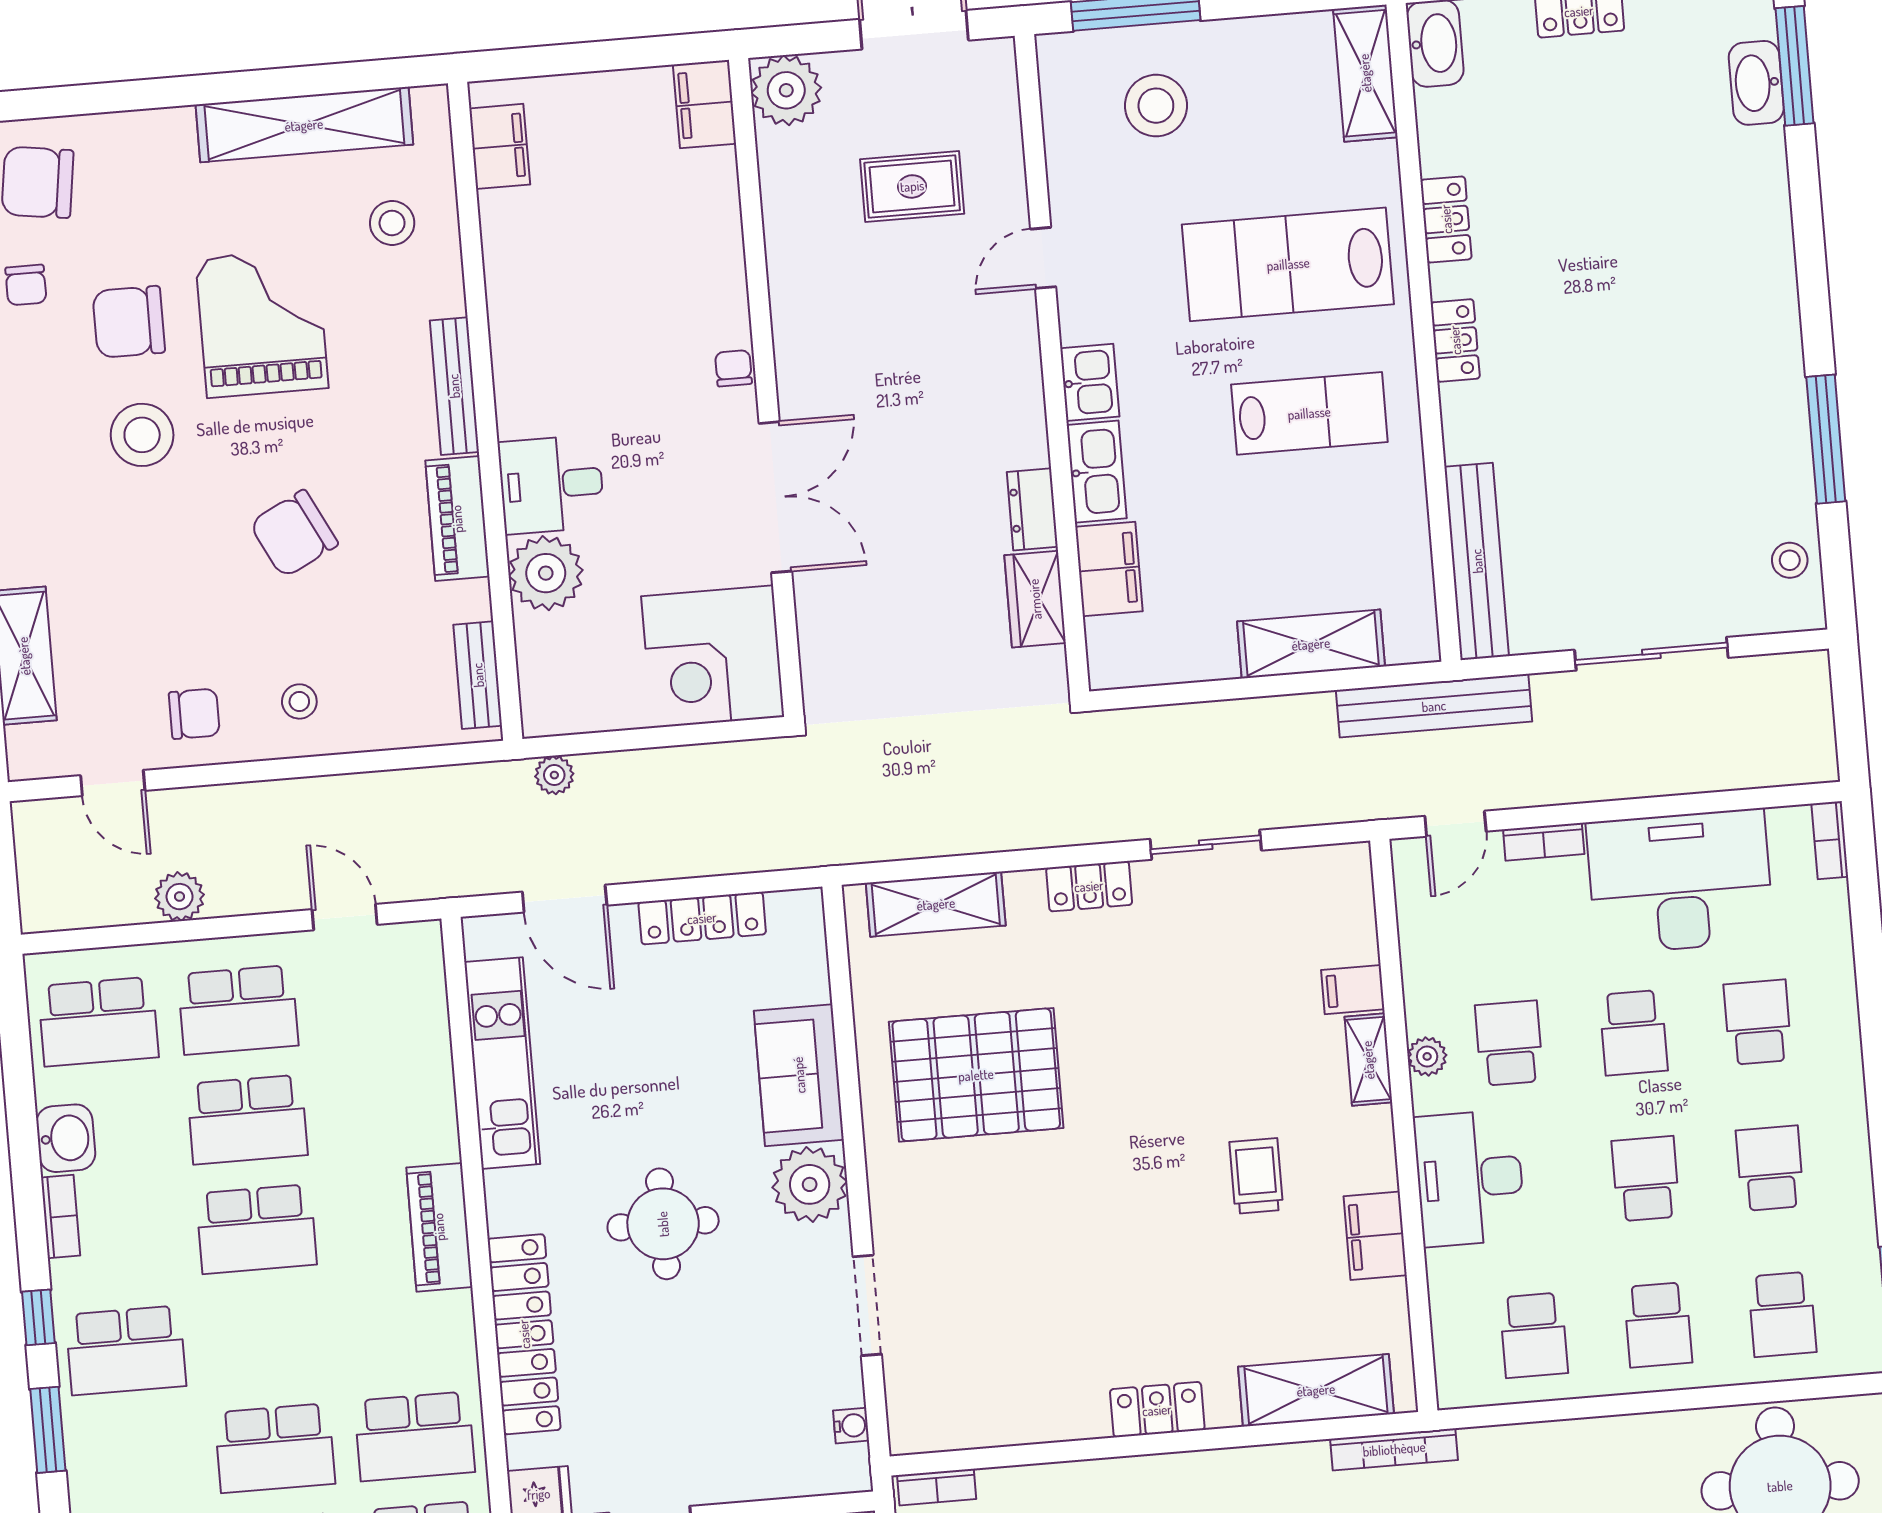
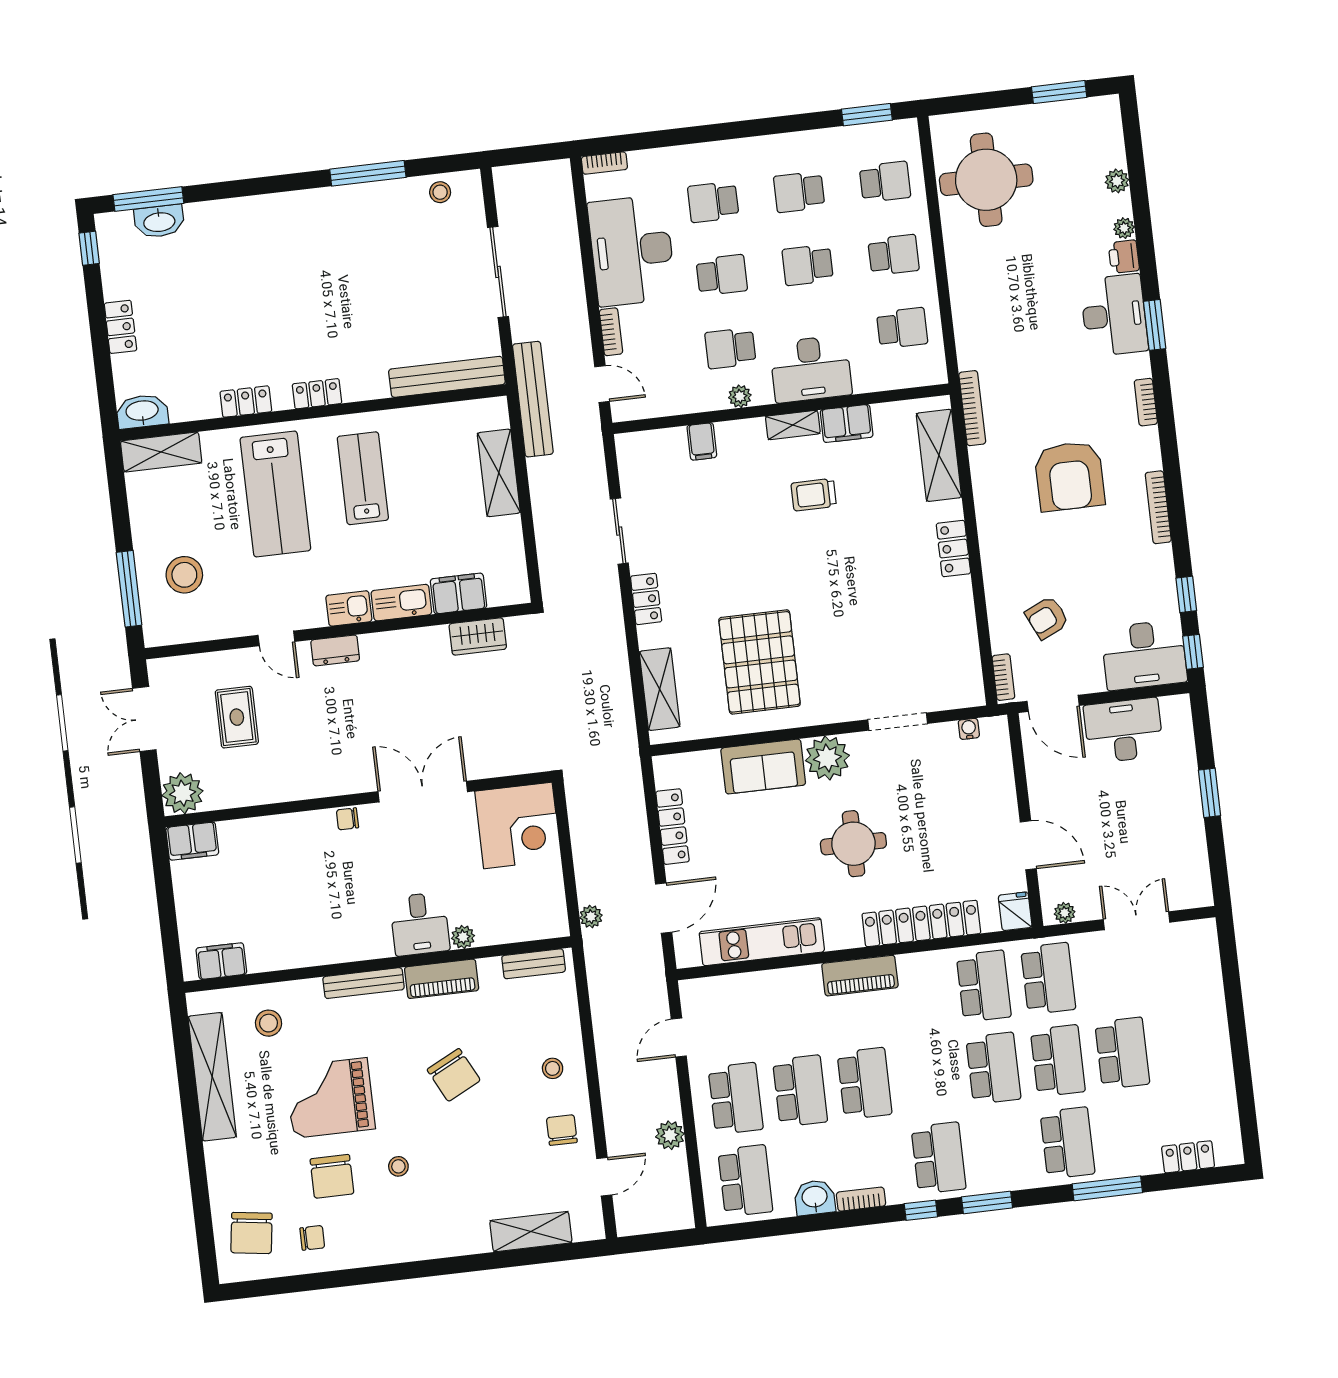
stool: (142, 435) -> (398, 1166), width x0.53, depth x0.53
dresser: (1032, 509) -> (335, 650), moved
plant: (546, 573) -> (463, 937), width x0.53, depth x0.53
shelving: (1368, 1060) -> (793, 425), moved

